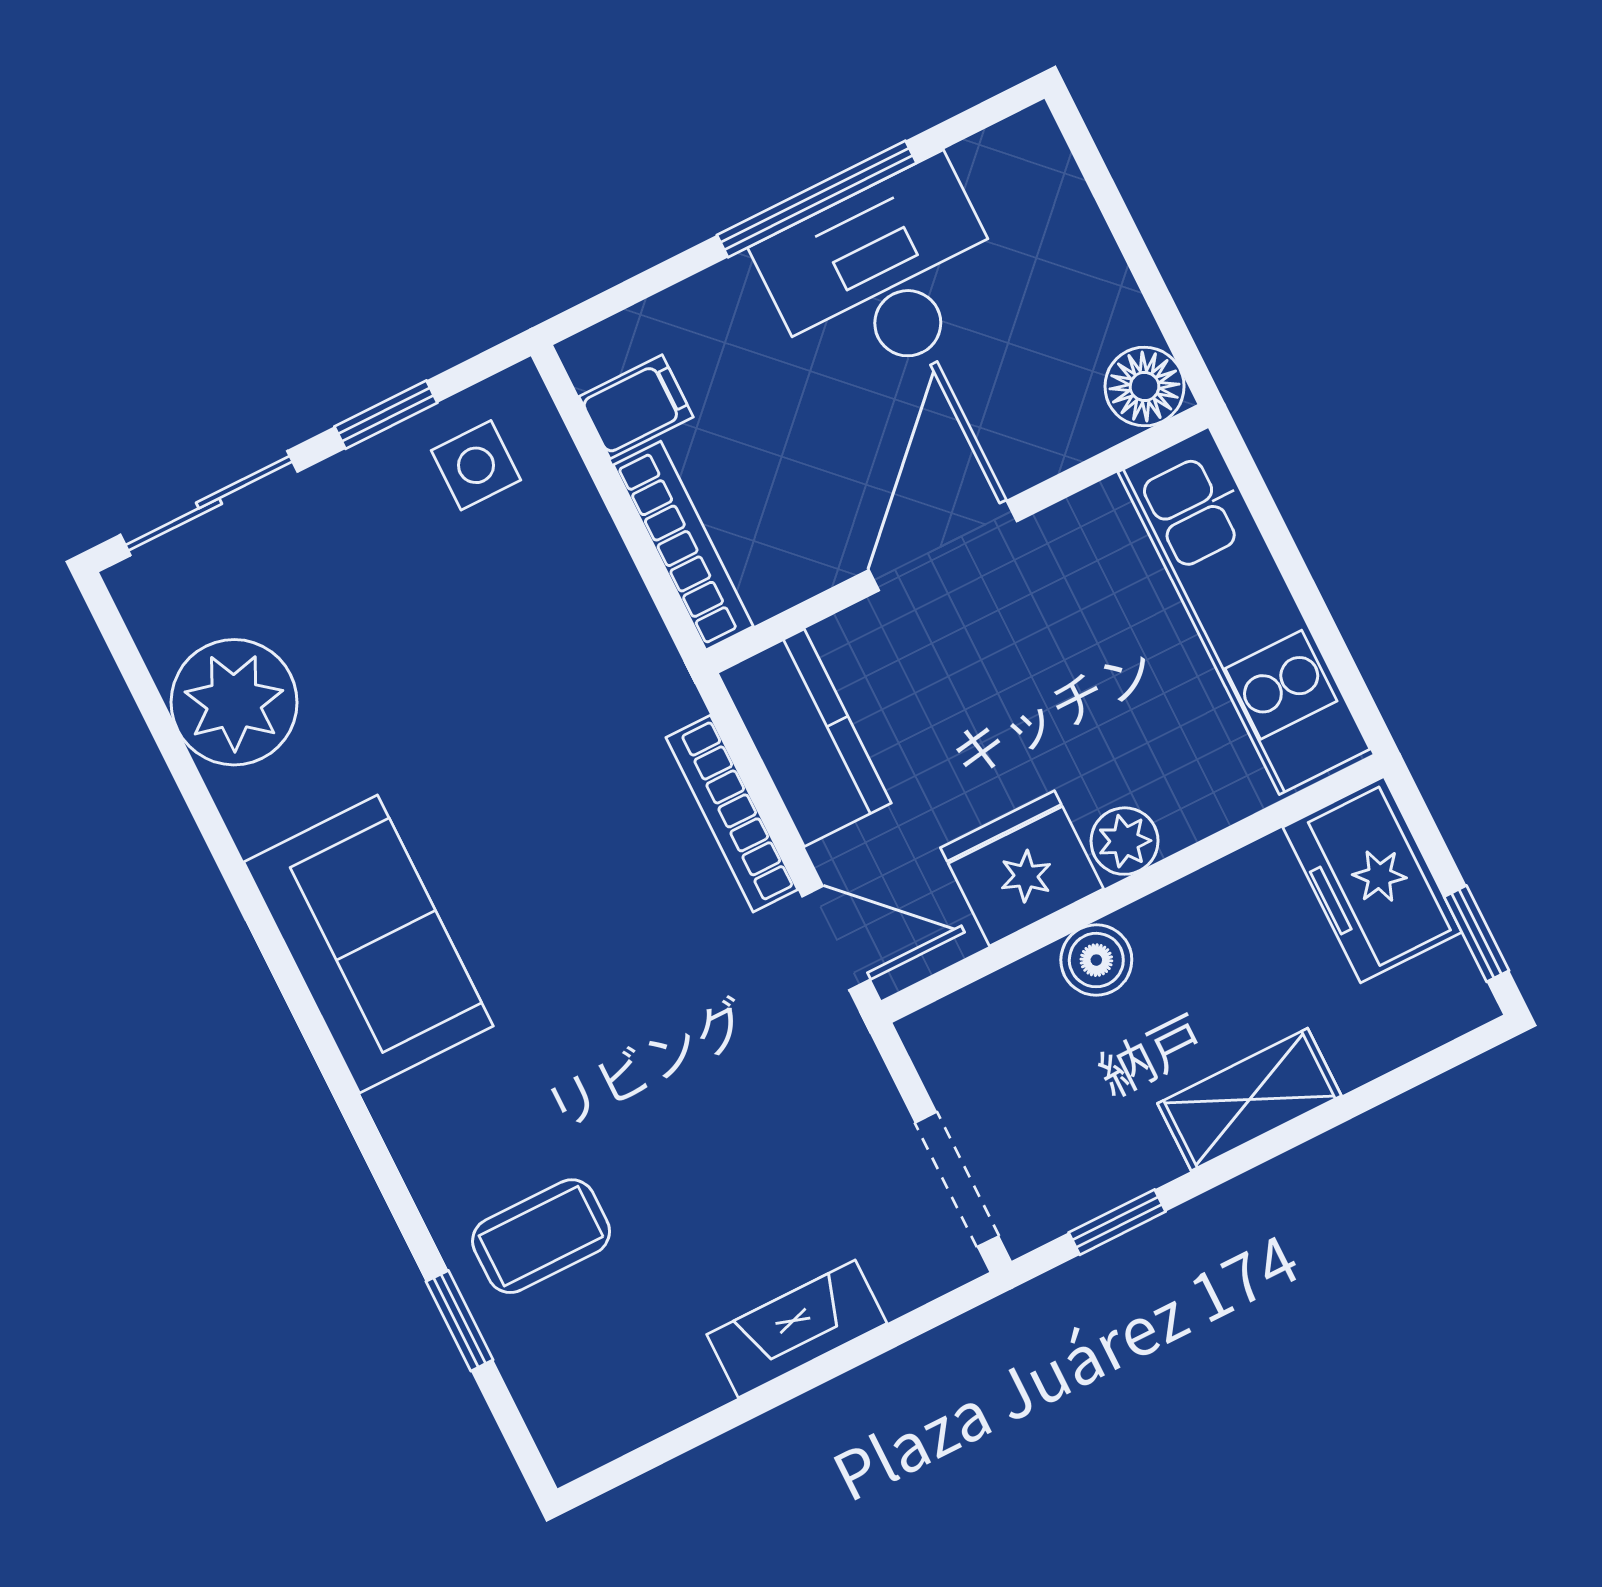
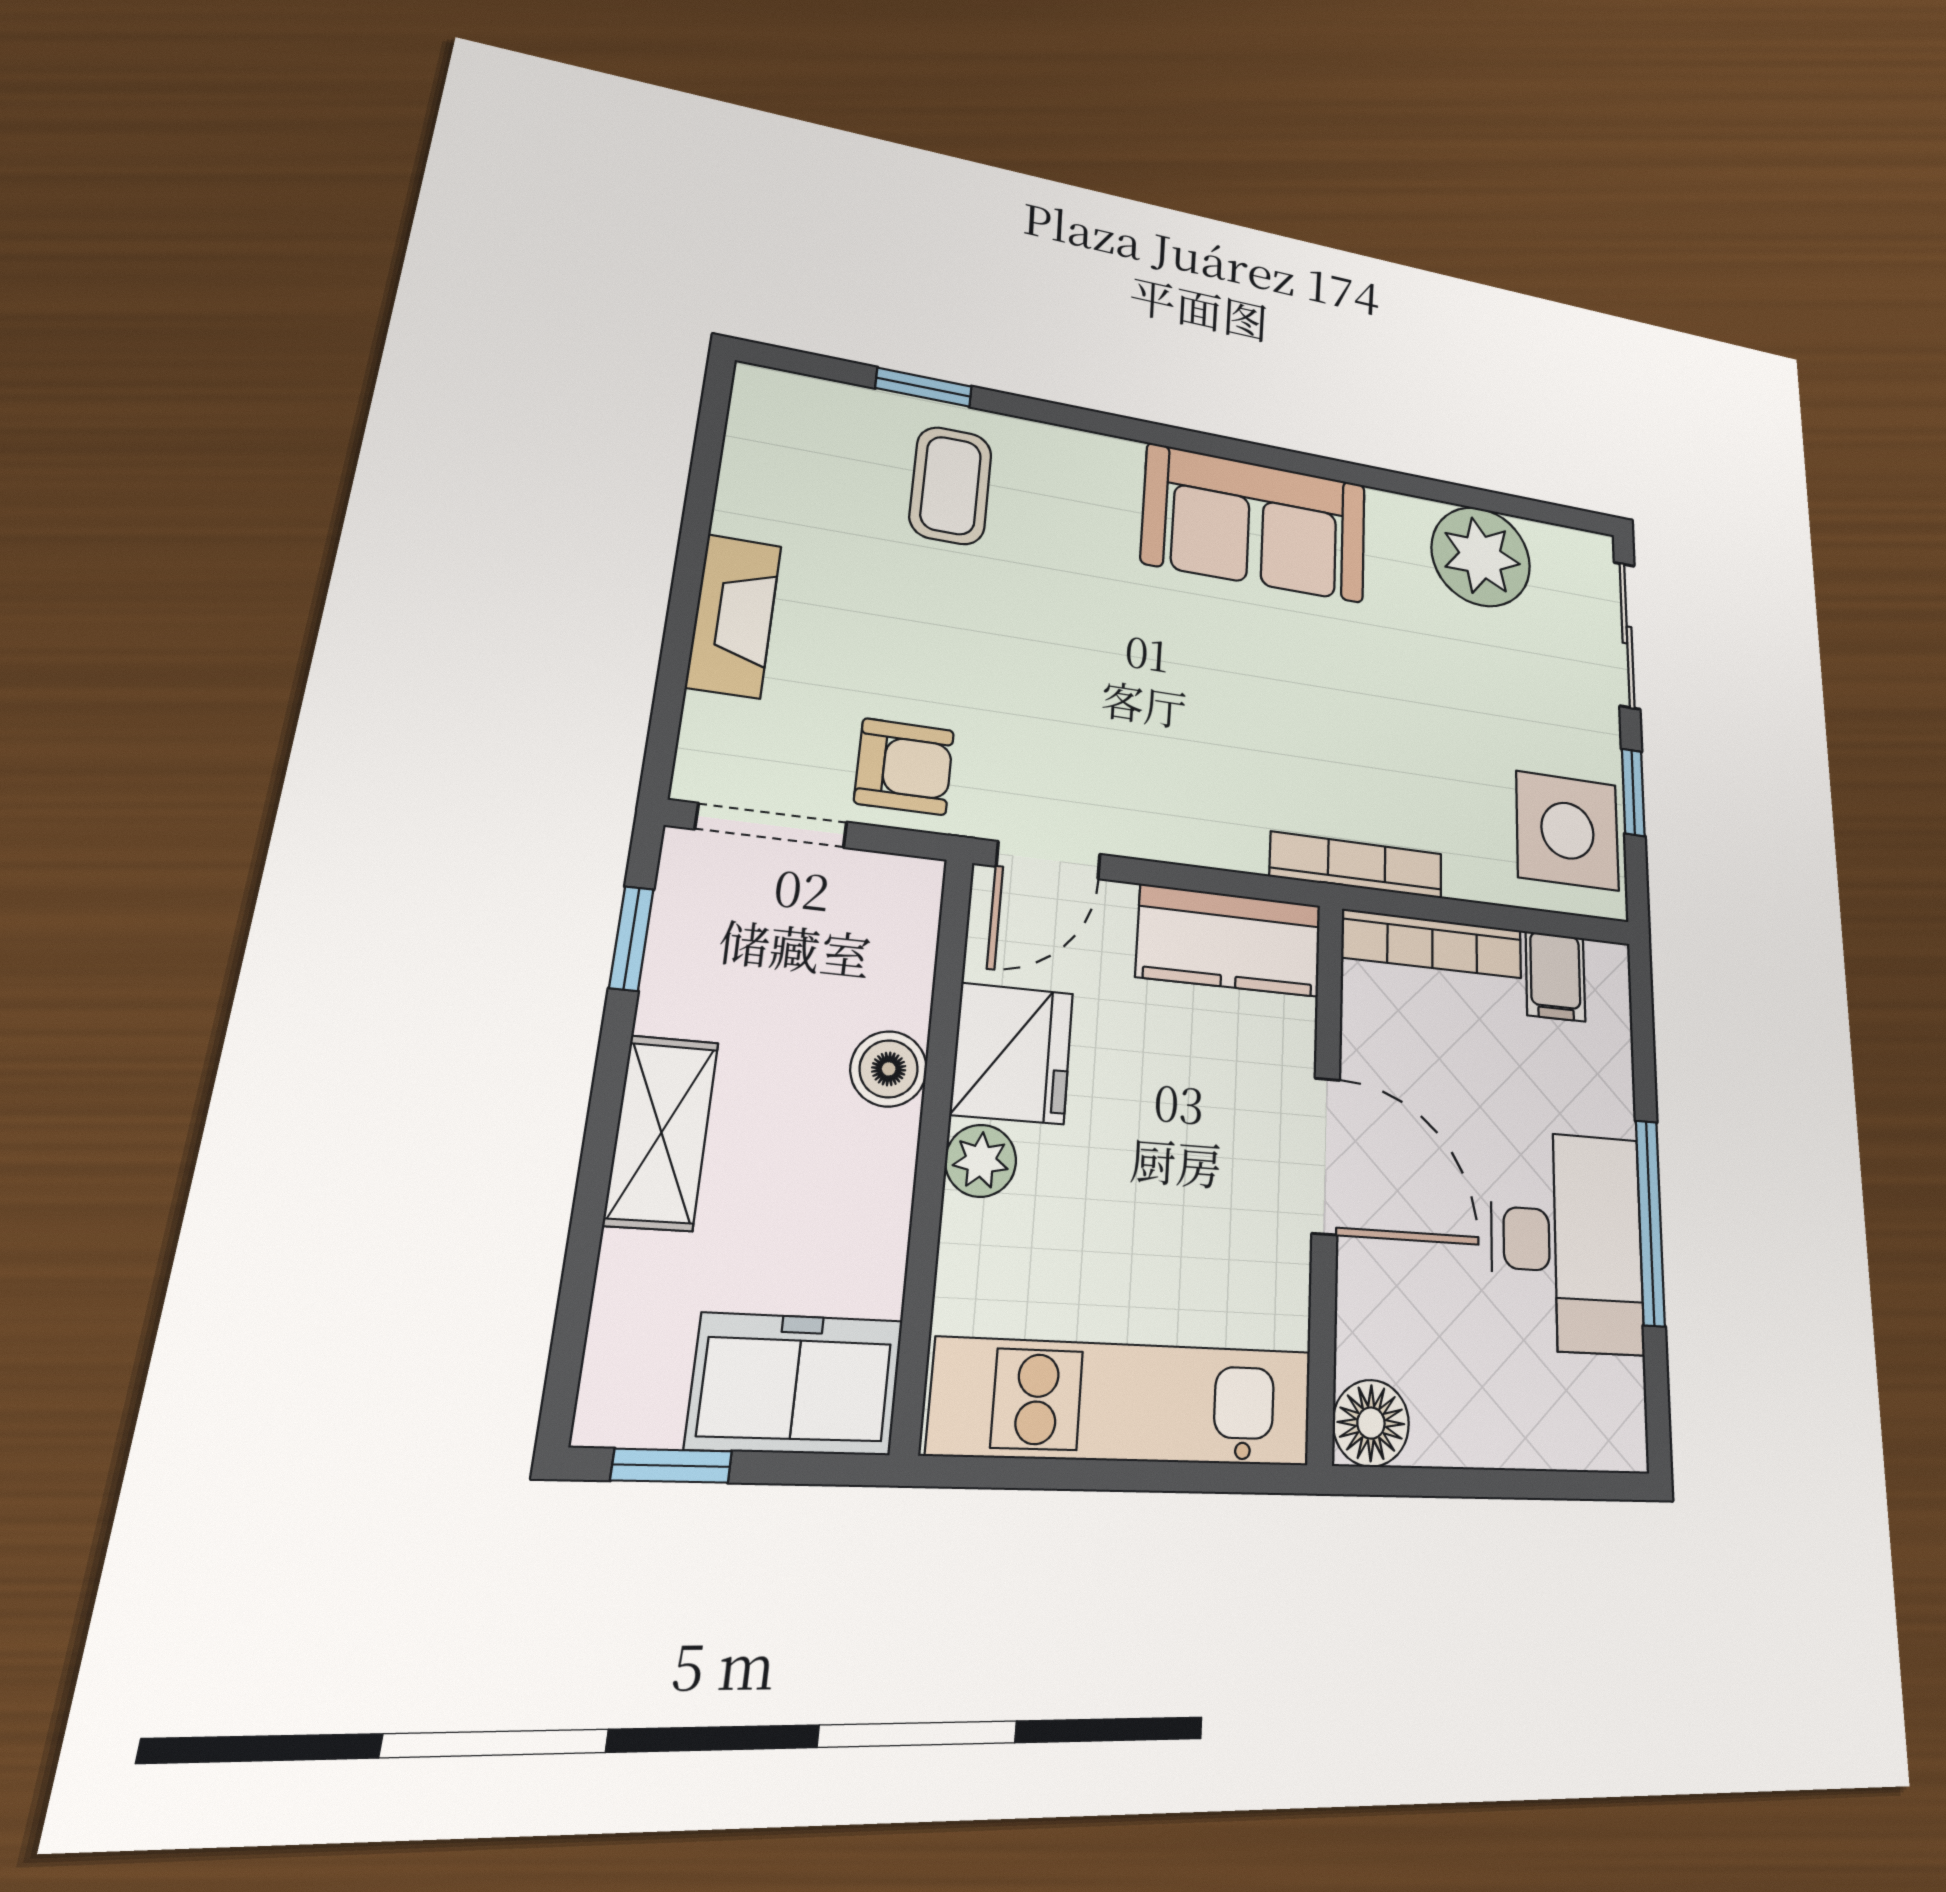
side table: (476, 465) -> (1567, 831), width x1.87, depth x1.87
bookcase: (732, 814) -> (1357, 865), moved
armchair: (834, 1108) -> (904, 767), added

